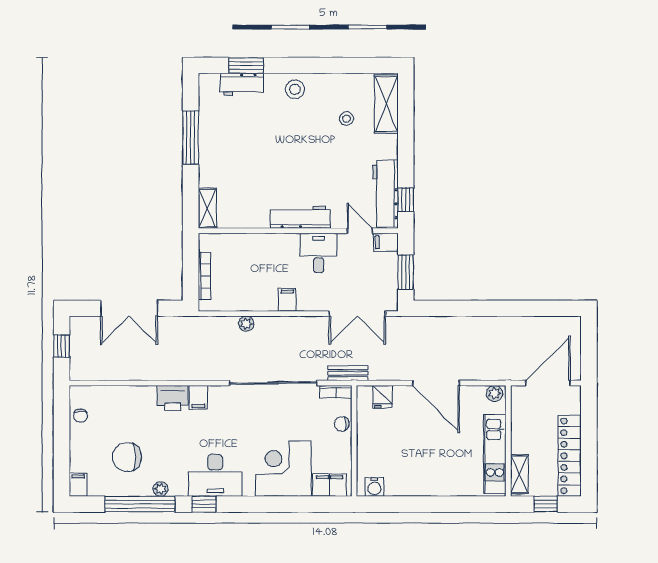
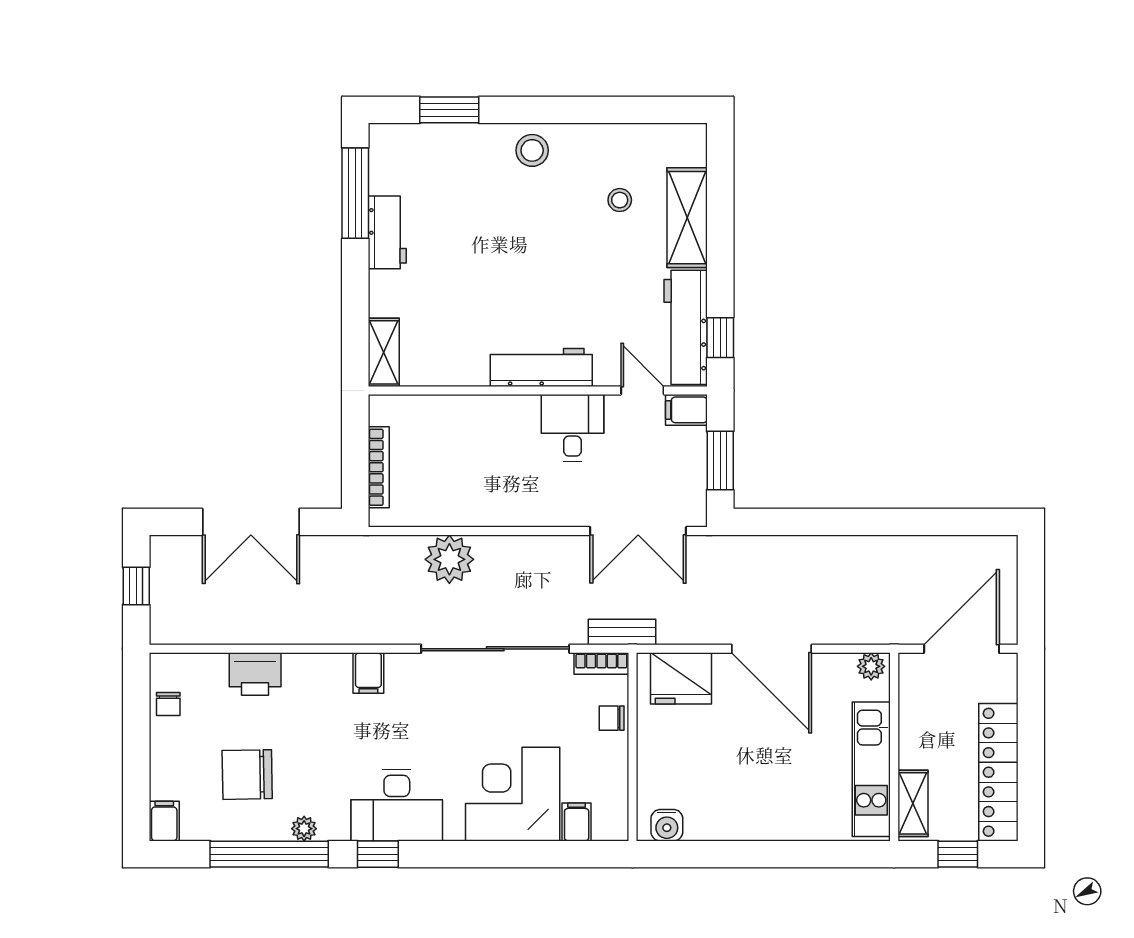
workbench: (242, 84) -> (387, 232), moved, turned -90
shelving: (386, 104) -> (687, 218), moved
window: (191, 138) -> (355, 193), moved
filing cabinet: (287, 300) -> (519, 507), removed
plant: (246, 324) -> (449, 559), width x1.87, depth x1.87
fridge: (383, 397) -> (681, 678), width x1.88, depth x1.34
printer: (173, 398) -> (255, 674), moved
filing cabinet: (330, 485) -> (577, 822), width x0.50

